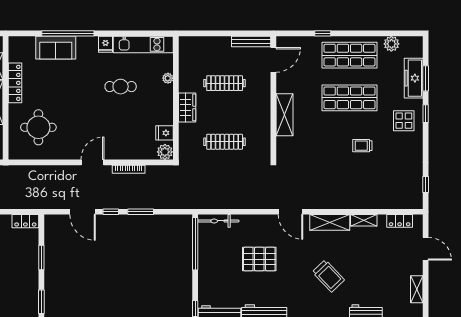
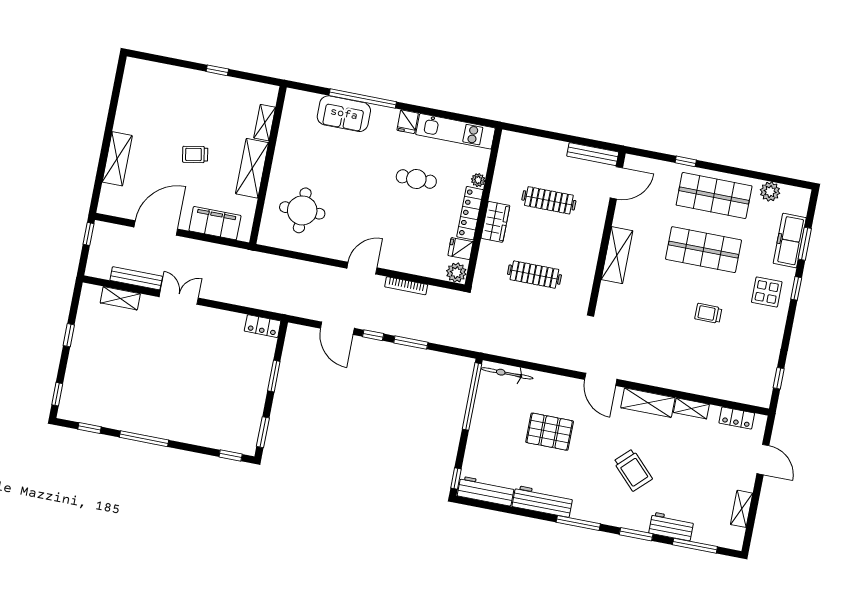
locker: (15, 83) -> (470, 213), moved, turned 180

